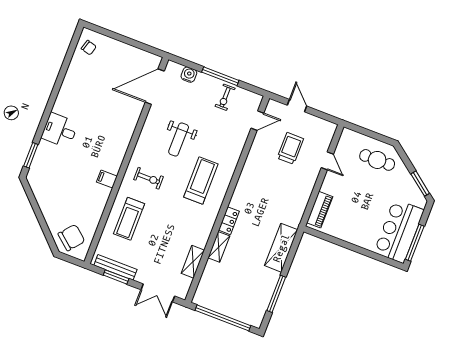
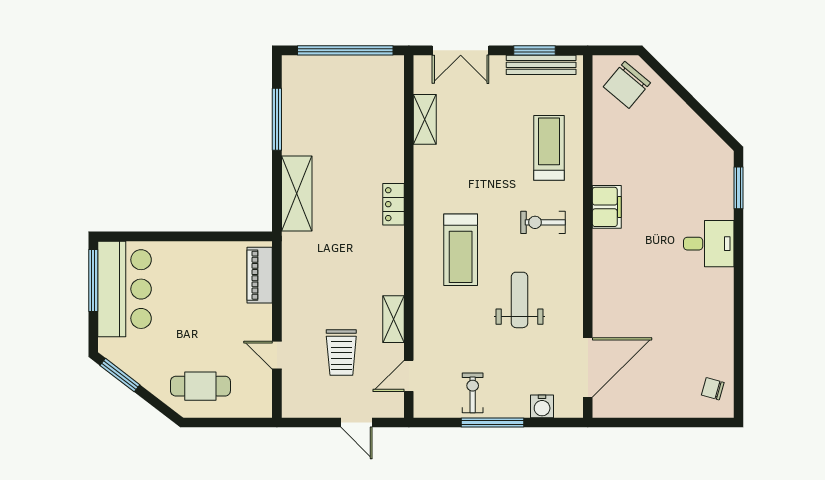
filing cabinet: (107, 179) -> (607, 207), width x2.00
shelving: (219, 247) -> (394, 319), moved
double door: (158, 293) -> (461, 50), swing flipped

